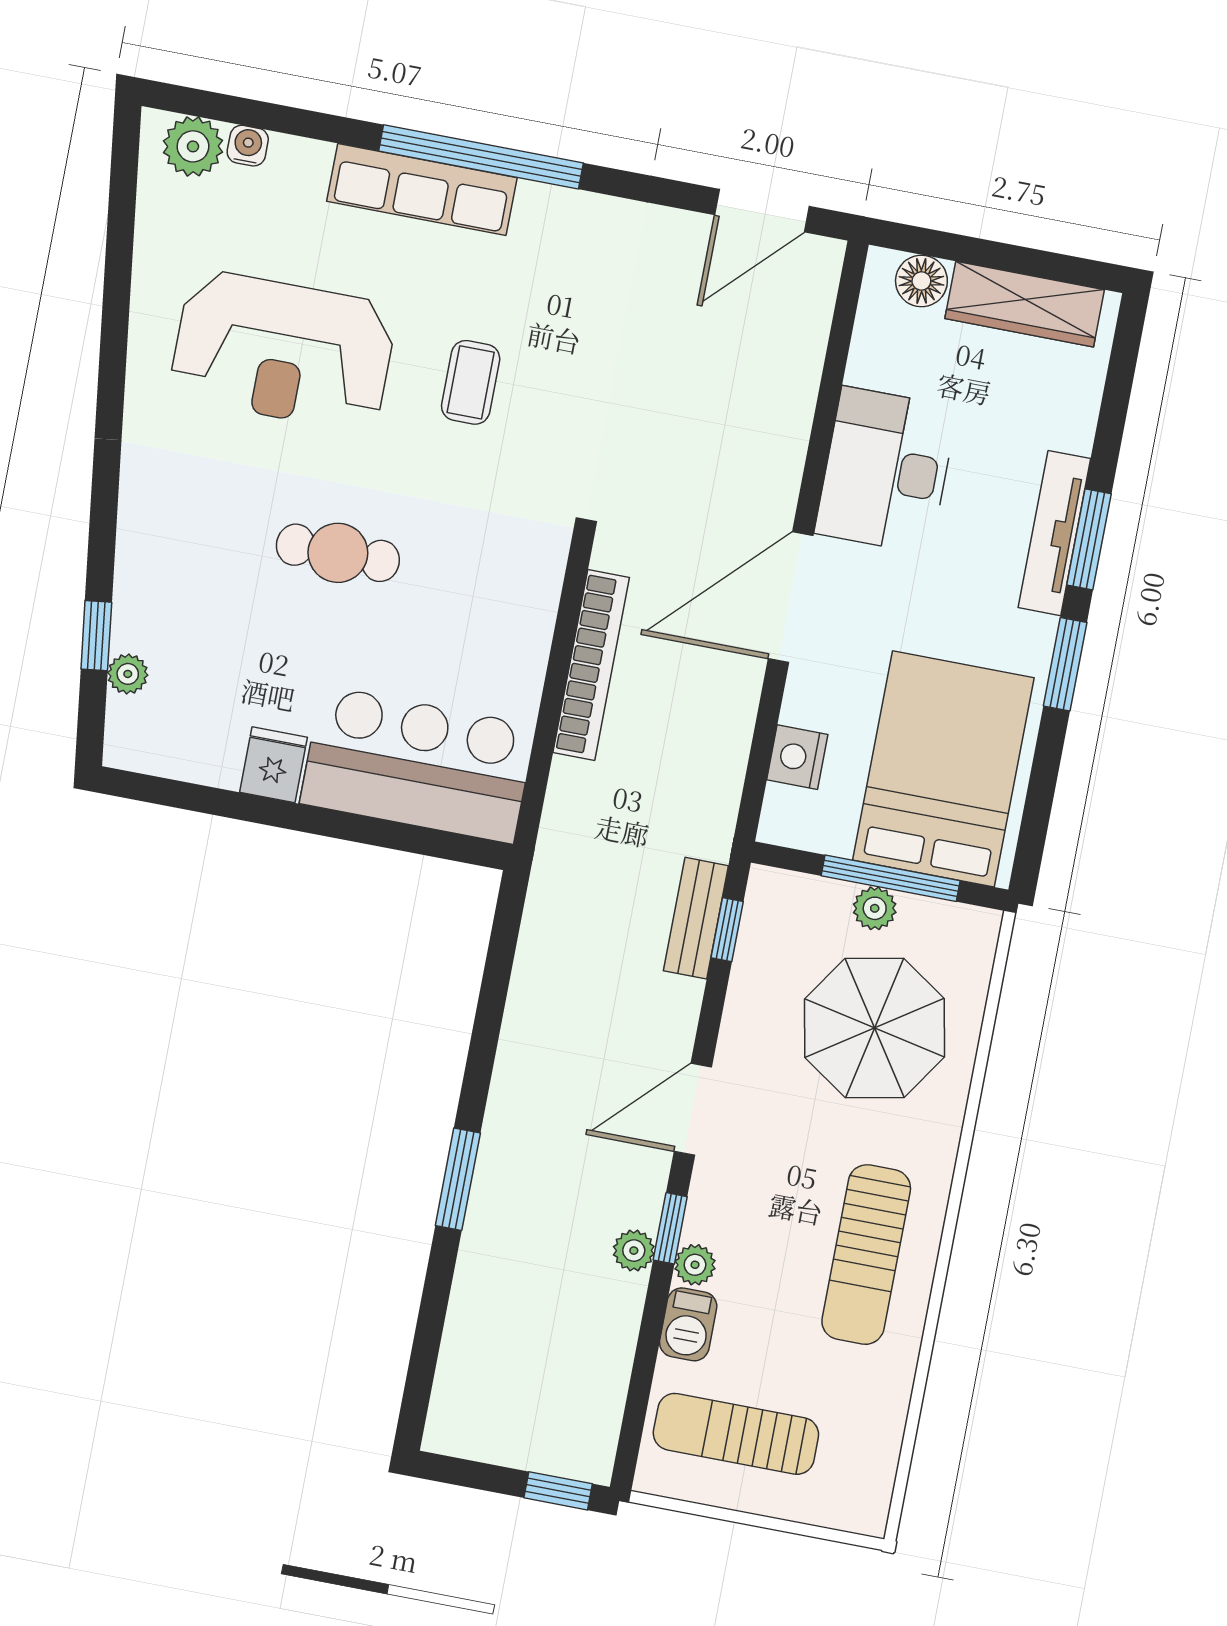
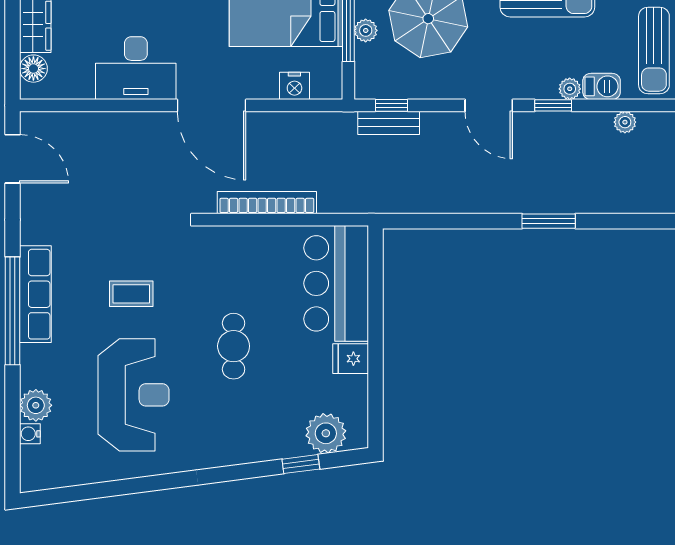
plant: (193, 146) -> (36, 405), moved
row of seats: (422, 189) -> (35, 294), moved
plant: (128, 674) -> (326, 433), width x1.88, depth x1.88
plant: (634, 1251) -> (625, 122), moved

